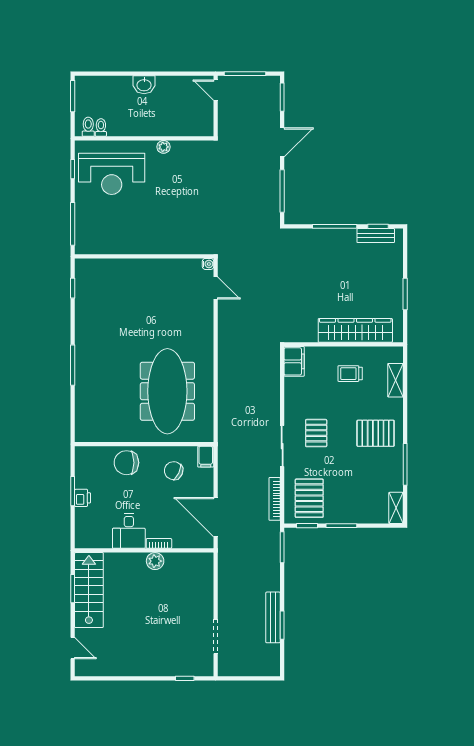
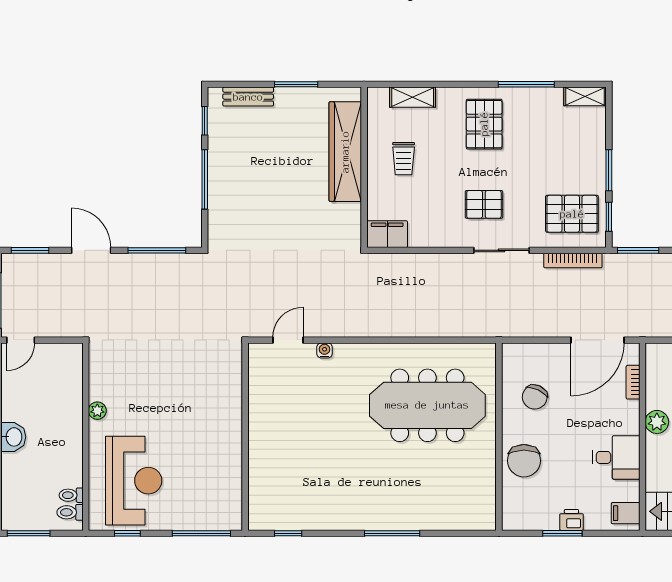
bench: (376, 236) -> (248, 97), moved, turned 90
water cooler: (208, 264) -> (325, 350), moved
filing cabinet: (206, 457) -> (626, 513), moved, turned 180
bookcase: (159, 543) -> (633, 382), moved

